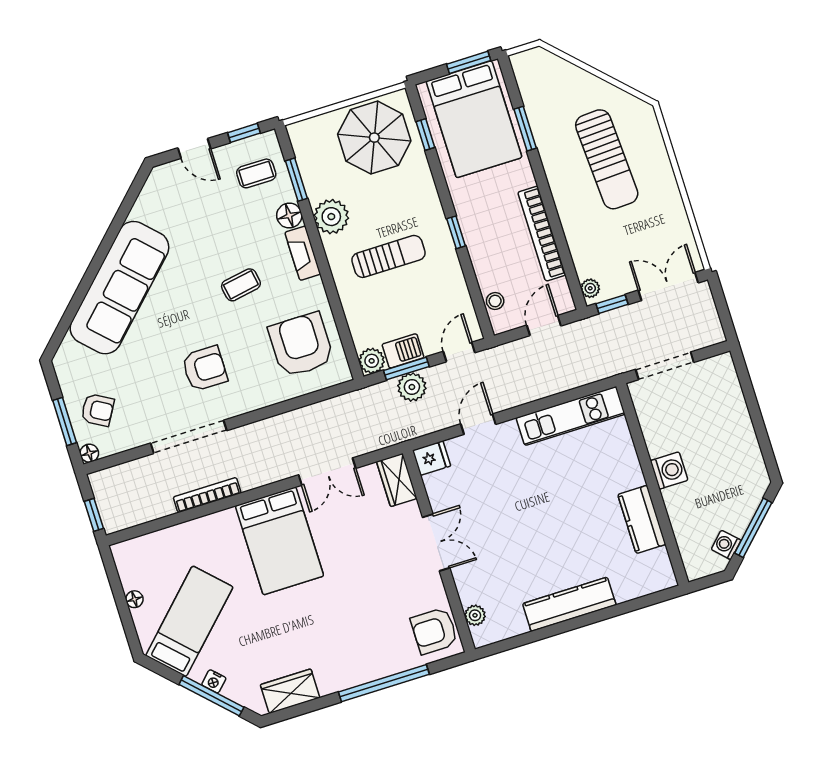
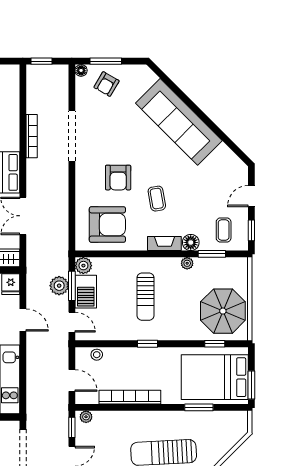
plant: (331, 217) -> (187, 263), width x0.53, depth x0.53
barbecue: (403, 351) -> (86, 292), width x1.38, depth x1.27
armchair: (205, 369) -> (118, 178), moved

